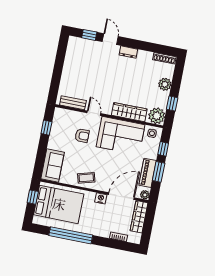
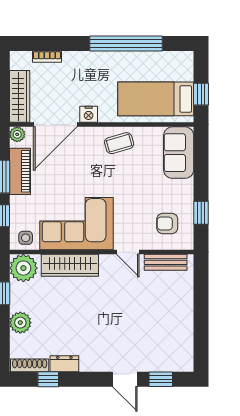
window: (155, 48) -> (48, 379), added
dresser: (128, 52) -> (64, 364), moved
armchair: (82, 136) -> (167, 223), moved
bed: (59, 204) -> (156, 99), width x0.67

